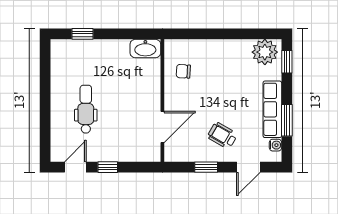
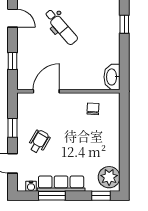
dental chair: (86, 109) -> (61, 27), turned 49
door: (162, 127) -> (46, 91), swing flipped
window: (108, 167) -> (13, 61), moved

